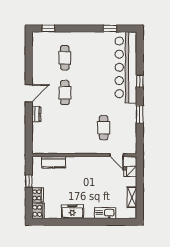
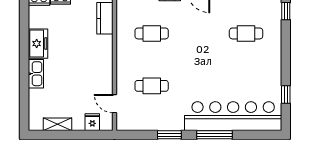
window: (140, 81) -> (215, 135), width x2.17
cafe table: (65, 93) -> (152, 33), moved
door: (117, 155) -> (114, 104), hinge flipped
kitchen sink: (105, 213) -> (36, 74), moved

